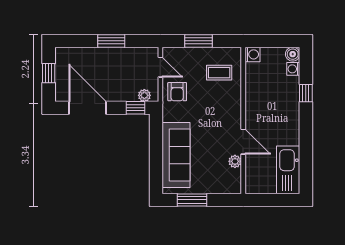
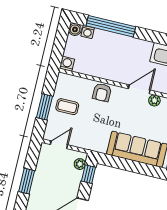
coffee table: (219, 73) -> (67, 107), moved, turned 90
armchair: (177, 92) -> (102, 92), moved, turned 90
window: (306, 93) -> (111, 26), width x3.17

